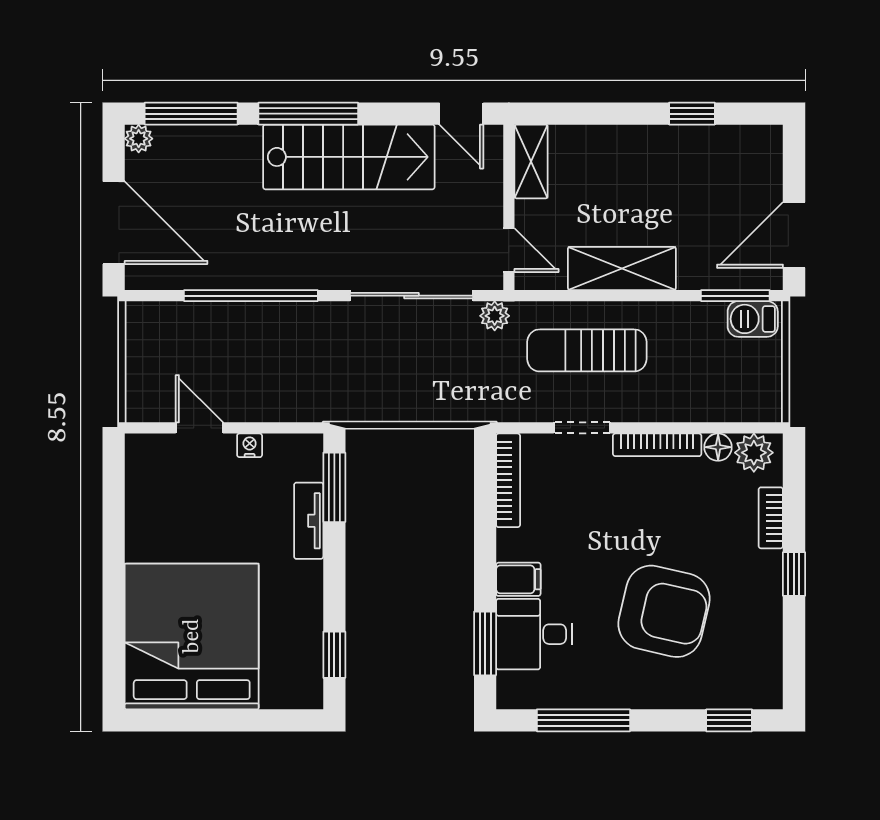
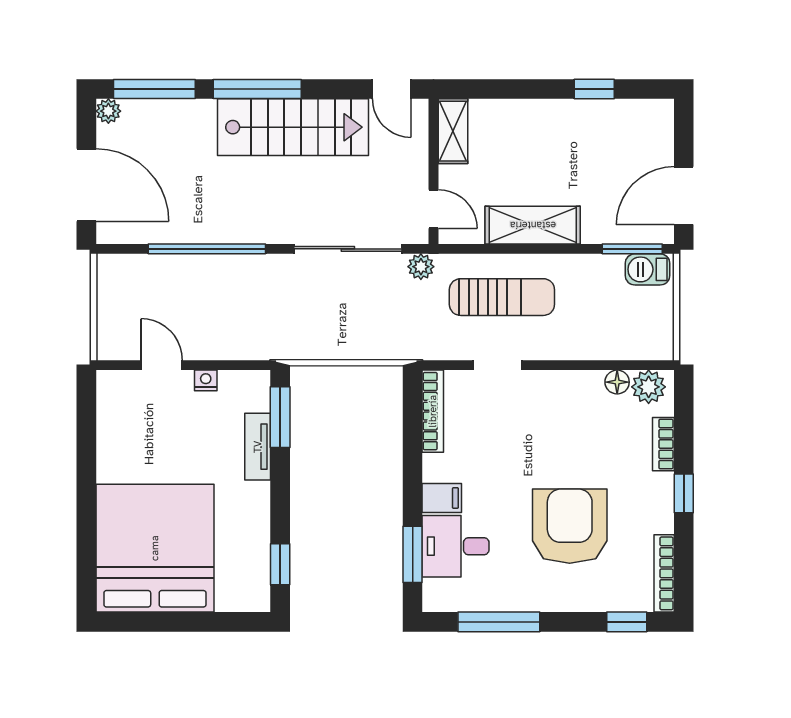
sun lounger: (587, 350) -> (502, 297), turned 180
bookcase: (657, 445) -> (664, 573), moved, turned 90
armchair: (664, 611) -> (570, 526), turned -103

